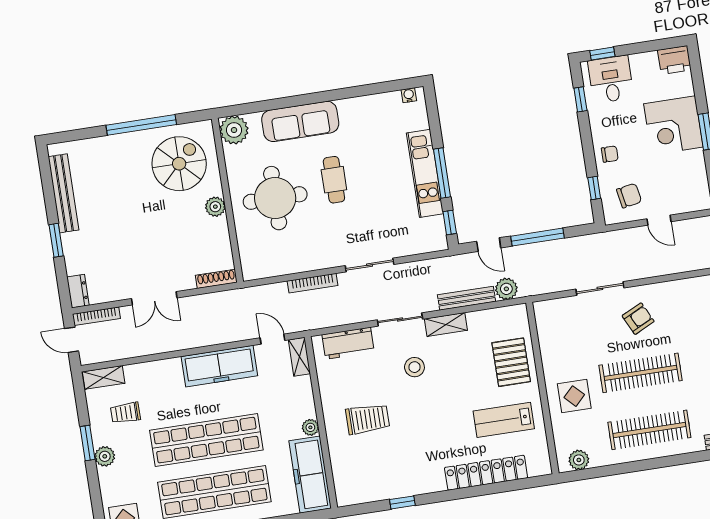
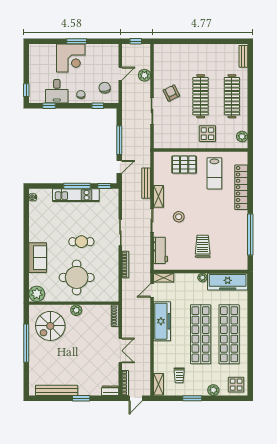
printer: (674, 60) -> (36, 52), removed
desk: (611, 79) -> (57, 91), moved, turned -90
sofa: (300, 121) -> (38, 258), width x0.73
spiral stairs: (179, 164) -> (50, 326), turned -90
cafe table: (334, 180) -> (81, 242), moved
plant: (506, 289) -> (144, 75), moved
plant: (105, 456) -> (213, 390), moved
window: (402, 502) -> (250, 234), width x3.17

